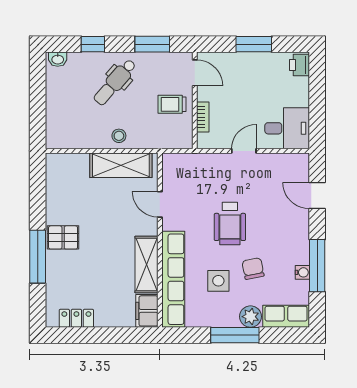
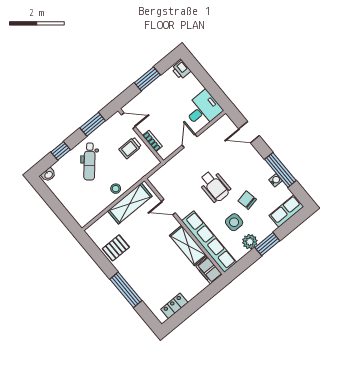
pallet: (63, 237) -> (116, 248), moved
plant: (250, 317) -> (250, 242), moved
window: (235, 335) -> (267, 244), width x0.69

